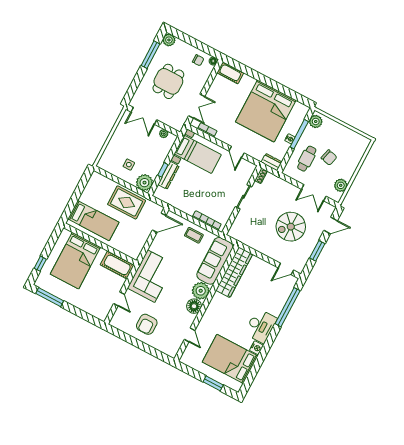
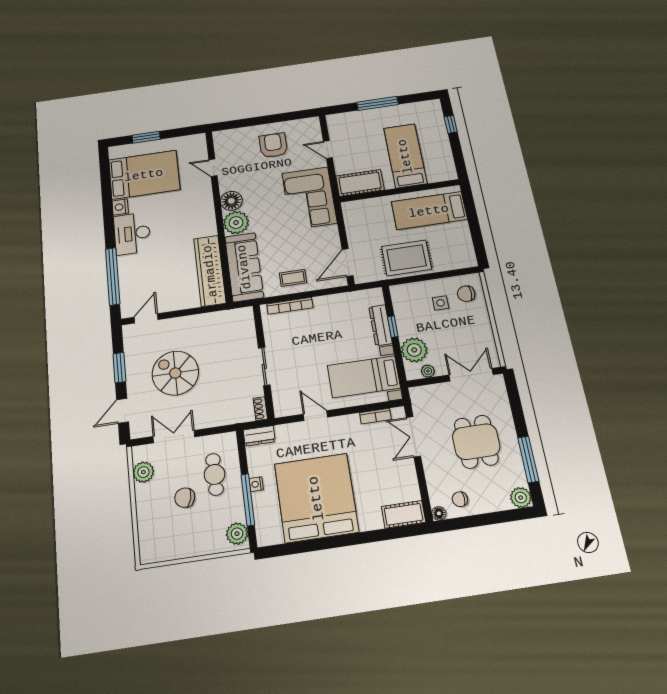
chair: (112, 160) -> (466, 294), added
plant: (144, 183) -> (414, 350), moved
spiral stairs: (291, 227) -> (175, 373), turned -90
bed: (75, 261) -> (405, 156), width x0.67
window: (50, 297) -> (378, 103), moved

